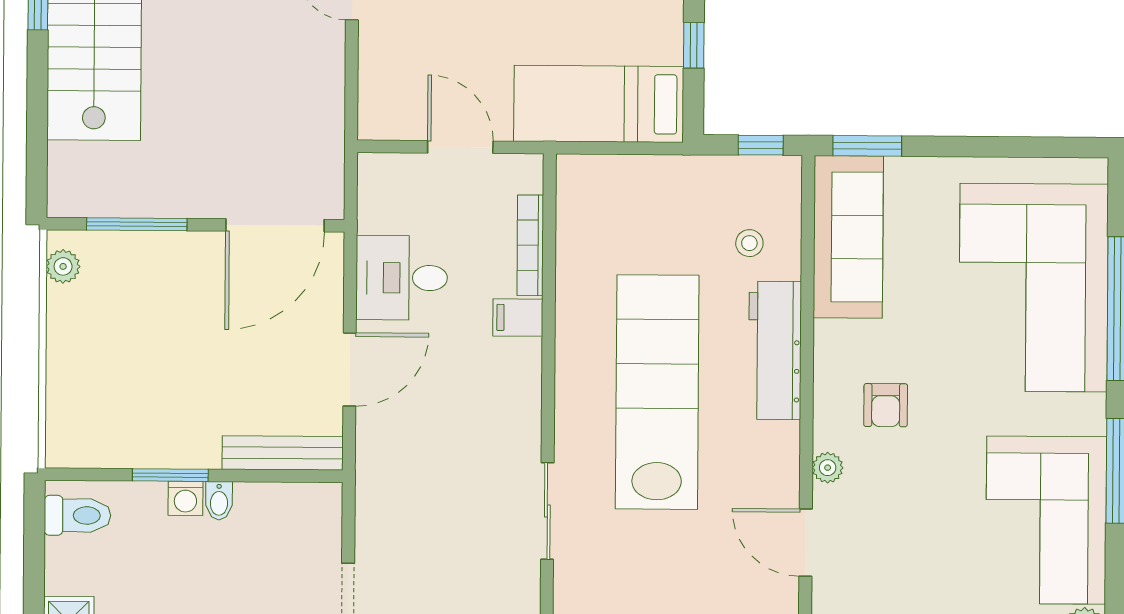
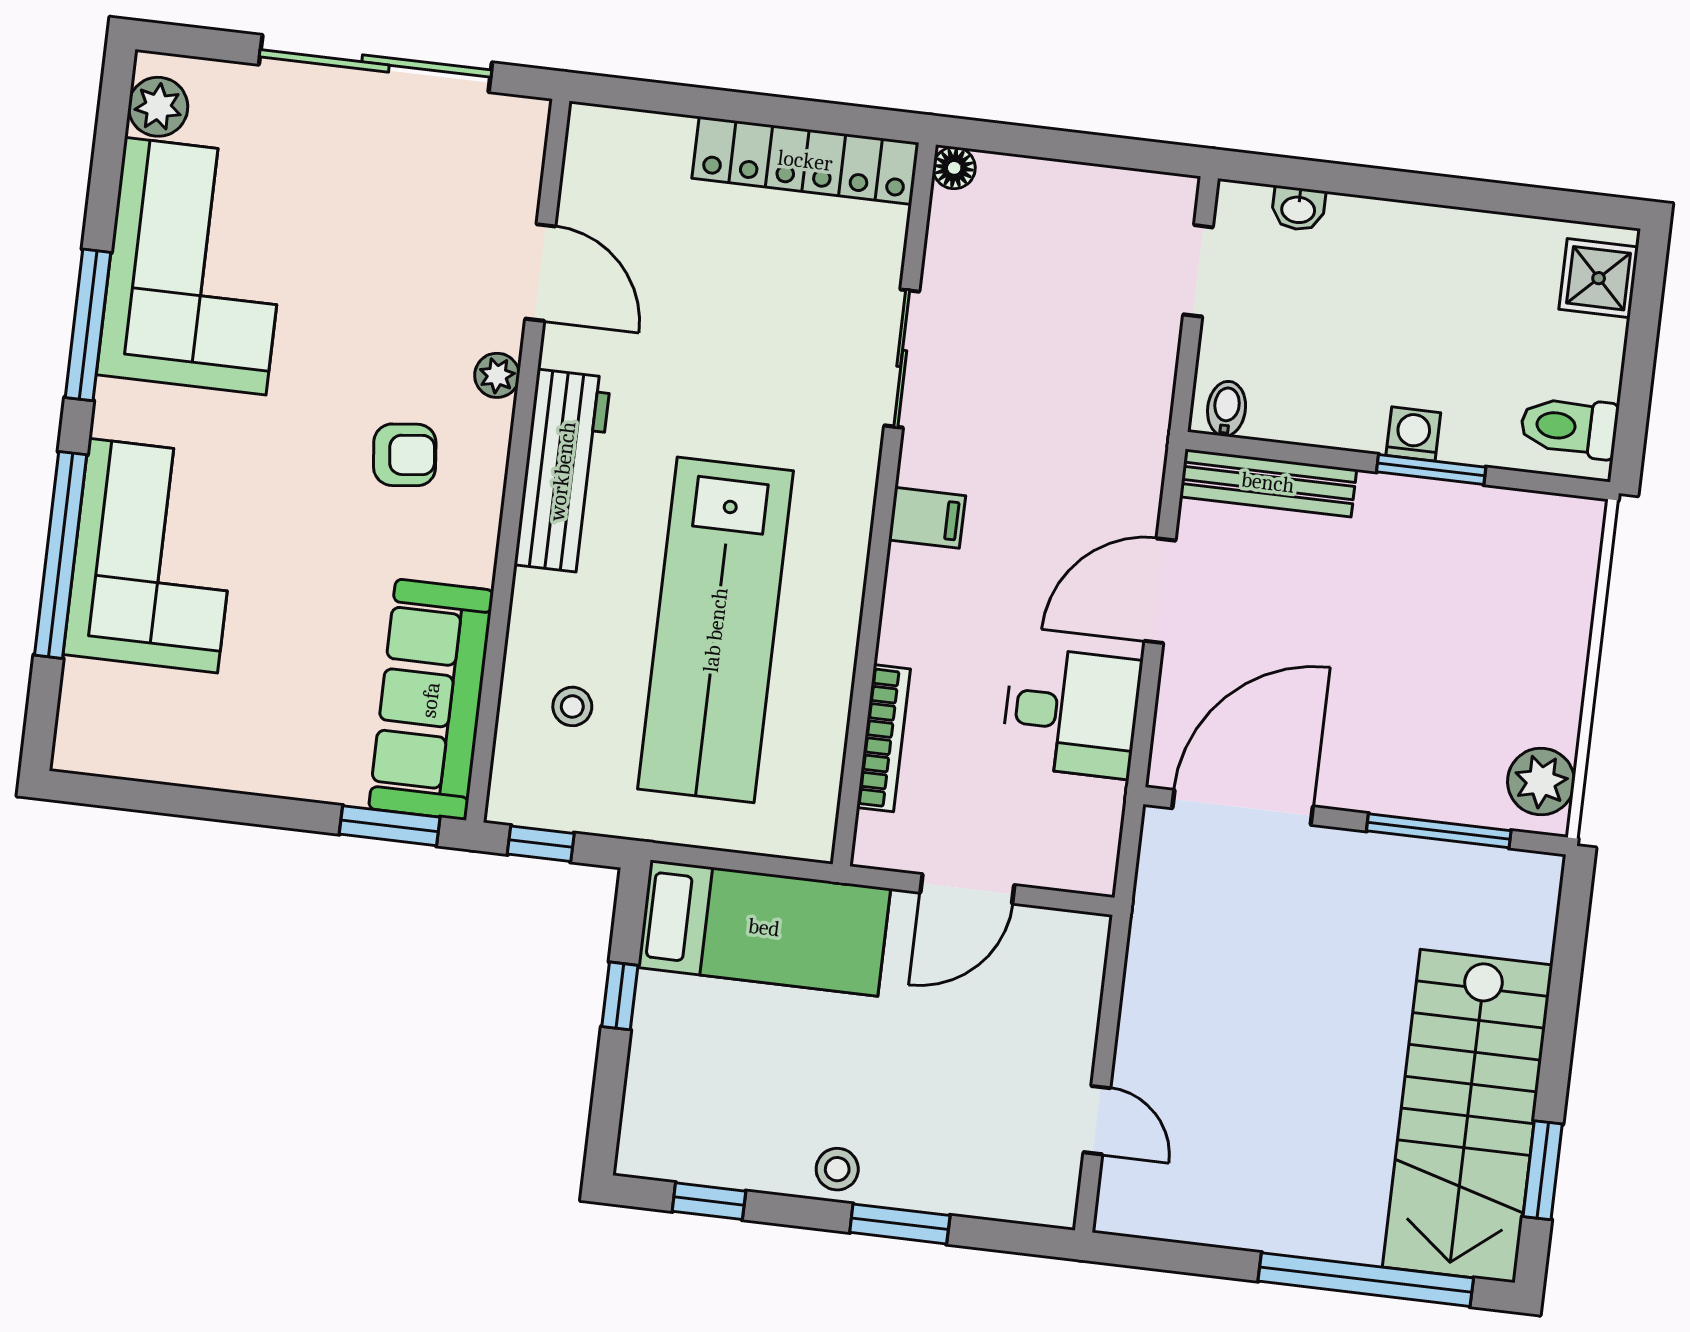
door: (460, 147) -> (967, 889), hinge flipped
plant: (63, 266) -> (1541, 782), width x1.38, depth x1.38
corner sofa: (1034, 288) -> (153, 556), width x0.73, depth x0.74
filing cabinet: (518, 318) -> (927, 518), moved
workbench: (775, 350) -> (563, 471), moved
lab bench: (657, 392) -> (716, 630), moved
armchair: (886, 405) -> (405, 455), turned 84
bidet: (219, 501) -> (1227, 409), moved

